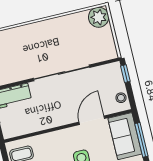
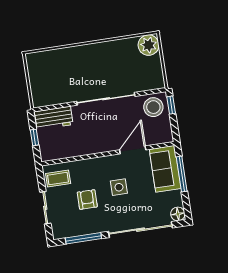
stool: (121, 98) -> (153, 107), moved, width x1.89, depth x1.89

